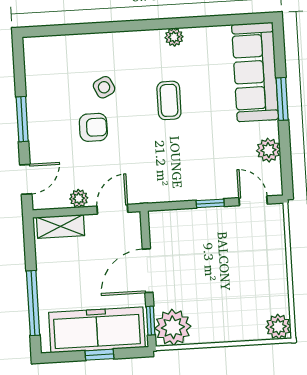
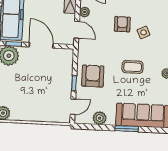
armchair: (93, 127) -> (122, 24), turned 180
armchair: (193, 171) -> (93, 76), added

